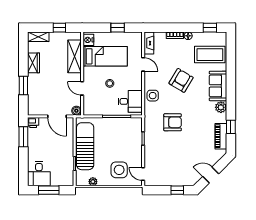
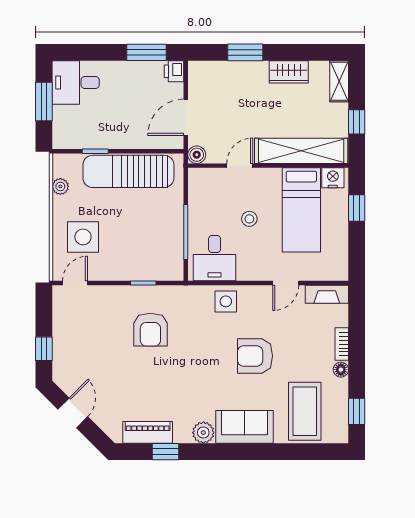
window: (118, 28) -> (357, 208), moved
shelving: (74, 56) -> (301, 151), width x1.47
armchair: (181, 80) -> (255, 356), turned 149
armchair: (173, 122) -> (150, 330), moved
sun lounger: (85, 146) -> (128, 171), turned 180

